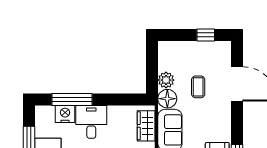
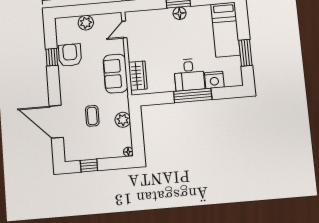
window: (72, 99) -> (193, 95), moved
floor lamp: (167, 99) -> (128, 152), moved, width x0.53, depth x0.53

